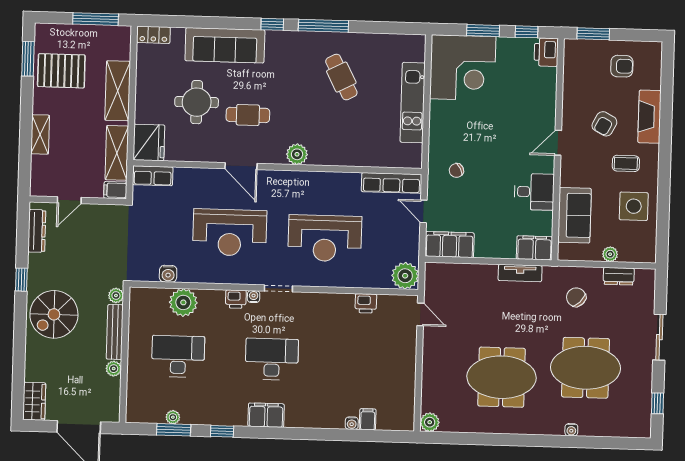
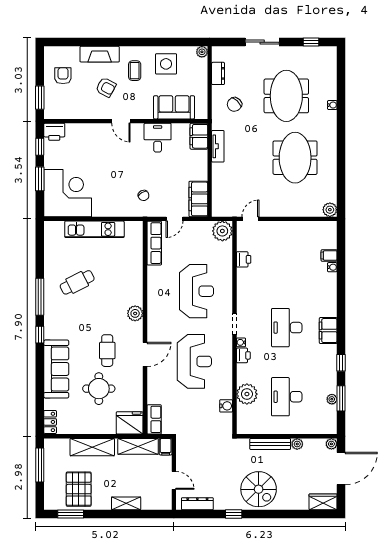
plant: (610, 254) -> (202, 52), moved
plant: (116, 295) -> (331, 444), moved

